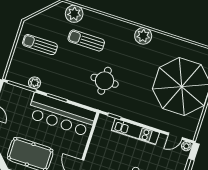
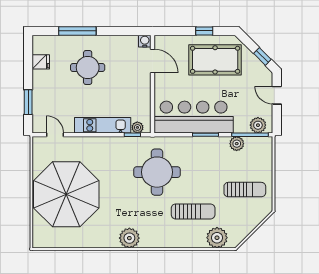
round table: (105, 81) -> (157, 172), width x1.36, depth x1.36
plant: (13, 92) -> (258, 125), added
door: (175, 136) -> (55, 135), hinge flipped
plant: (186, 146) -> (137, 127), moved

